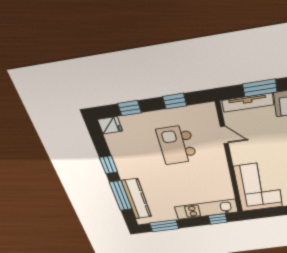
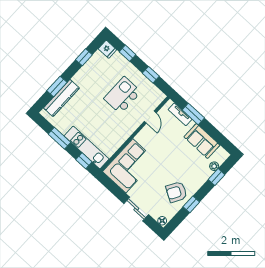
tv unit: (248, 103) -> (180, 114), width x0.71
window: (109, 165) -> (84, 57), moved
window: (121, 196) -> (57, 87), width x0.69
window: (164, 226) -> (59, 138), moved

